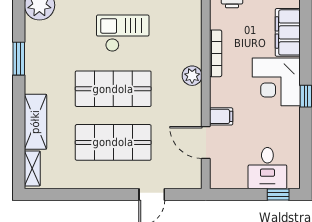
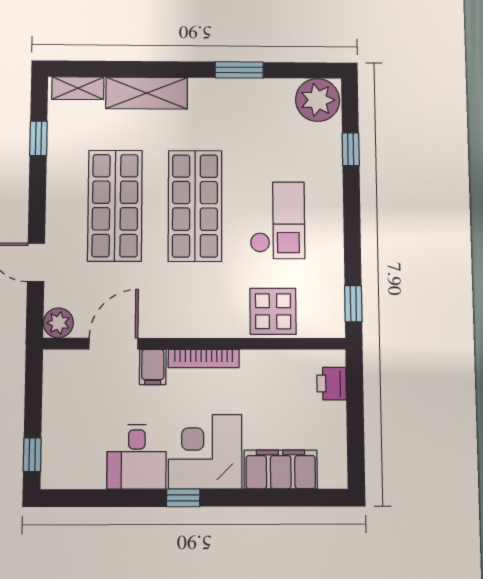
display table: (184, 37) -> (273, 311), added
bookcase: (216, 53) -> (204, 358), moved
plant: (192, 76) -> (58, 323), moved
desk: (267, 168) -> (137, 457), moved, turned -90
window: (67, 195) -> (38, 138), added

